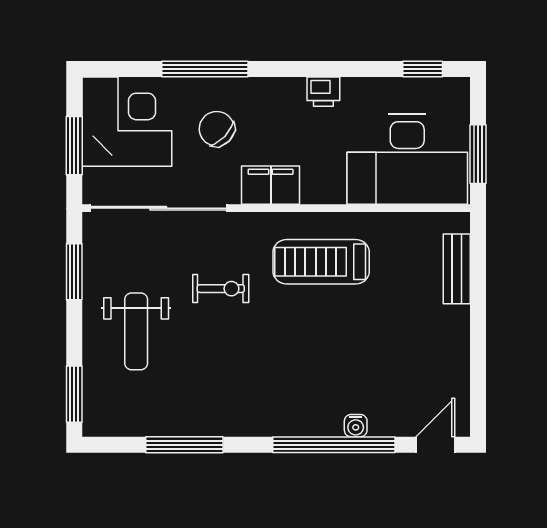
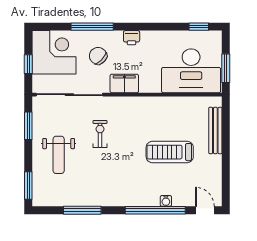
printer: (323, 92) -> (132, 38), moved
window: (74, 146) -> (28, 64), width x0.67
treadmill: (321, 262) -> (170, 152), moved
bench: (457, 269) -> (215, 130), width x1.36
exercise bike: (221, 289) -> (100, 134), turned -90
door: (435, 445) -> (205, 210), hinge flipped

